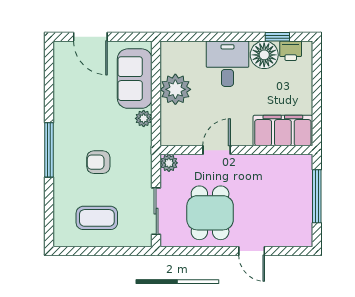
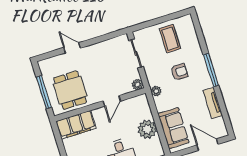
tv unit: (62, 98) -> (213, 103), added
plant: (144, 118) -> (156, 91), moved
dining table: (210, 213) -> (70, 90), moved
coffee table: (97, 218) -> (170, 39), turned 90

